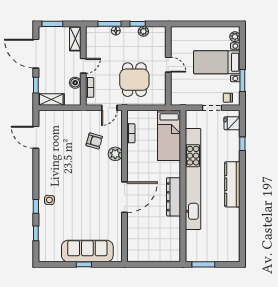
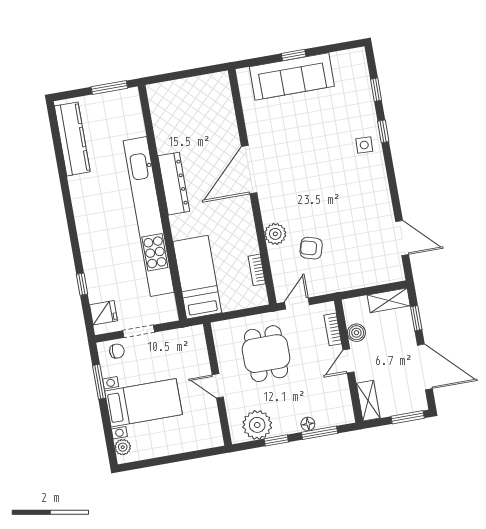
plant: (143, 31) -> (257, 425), width x1.88, depth x1.88
kitchen counter: (232, 184) -> (72, 139), moved

